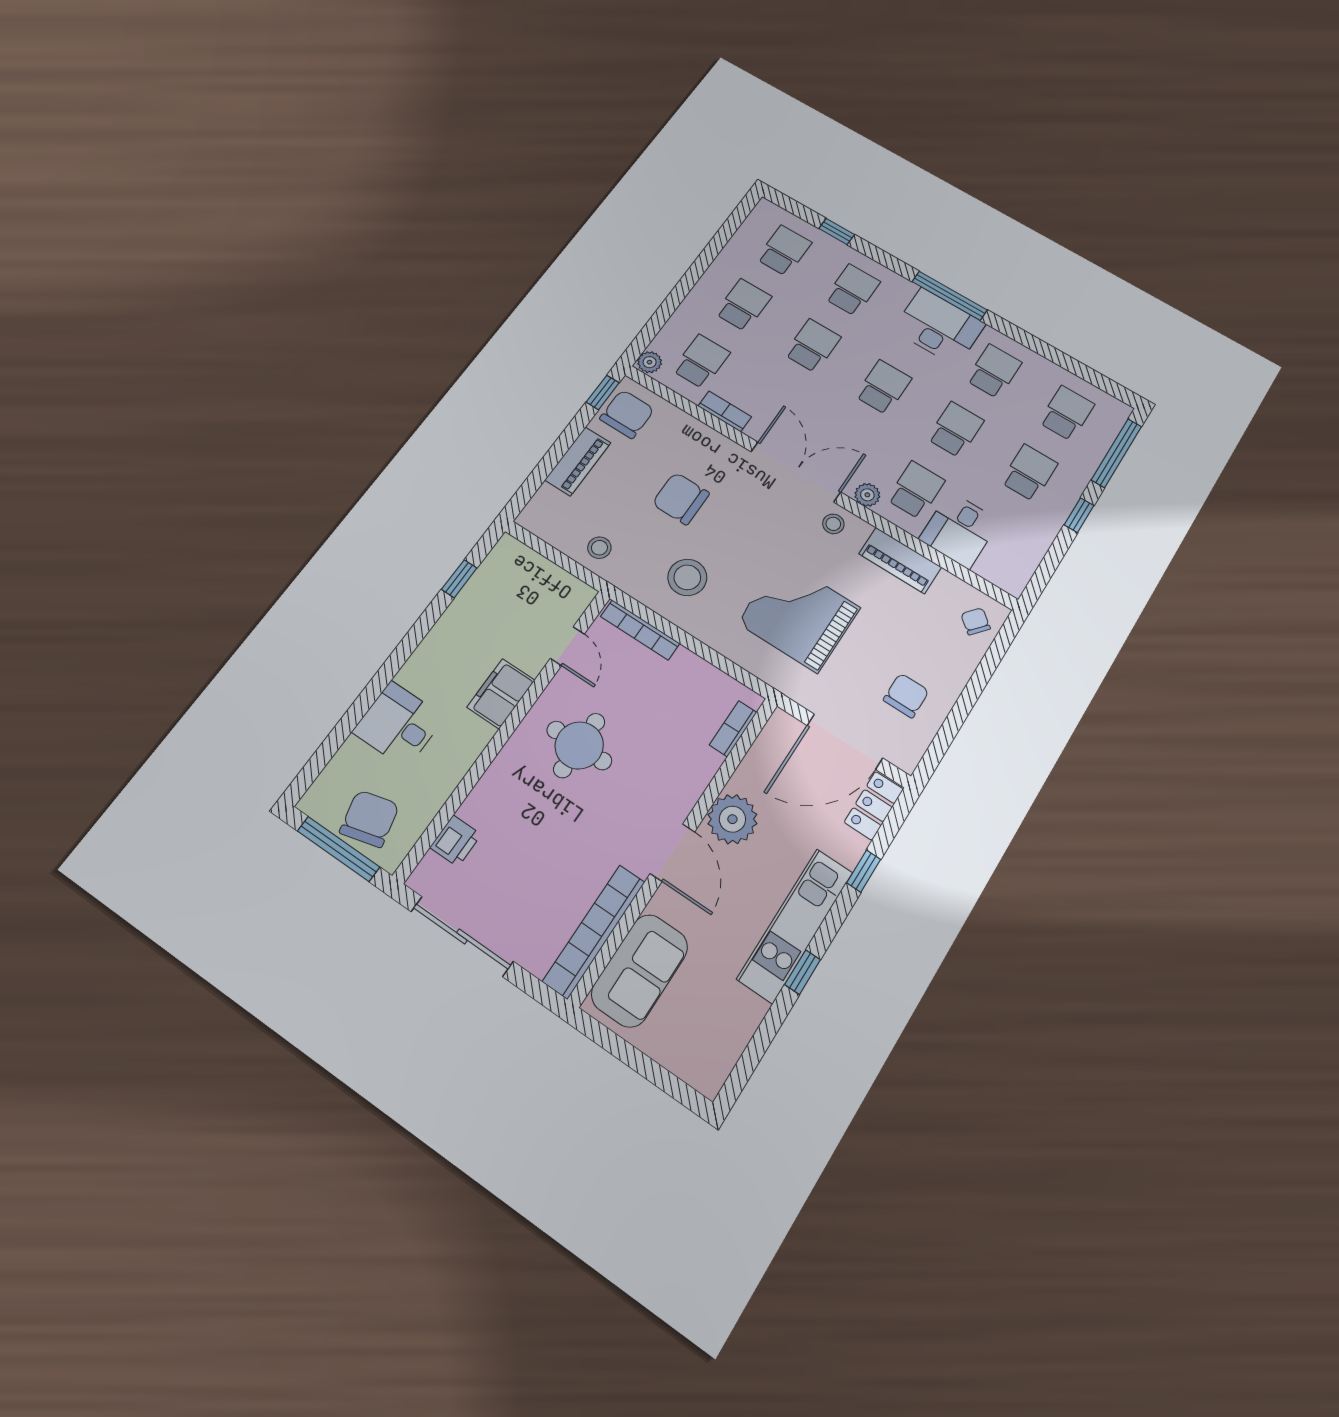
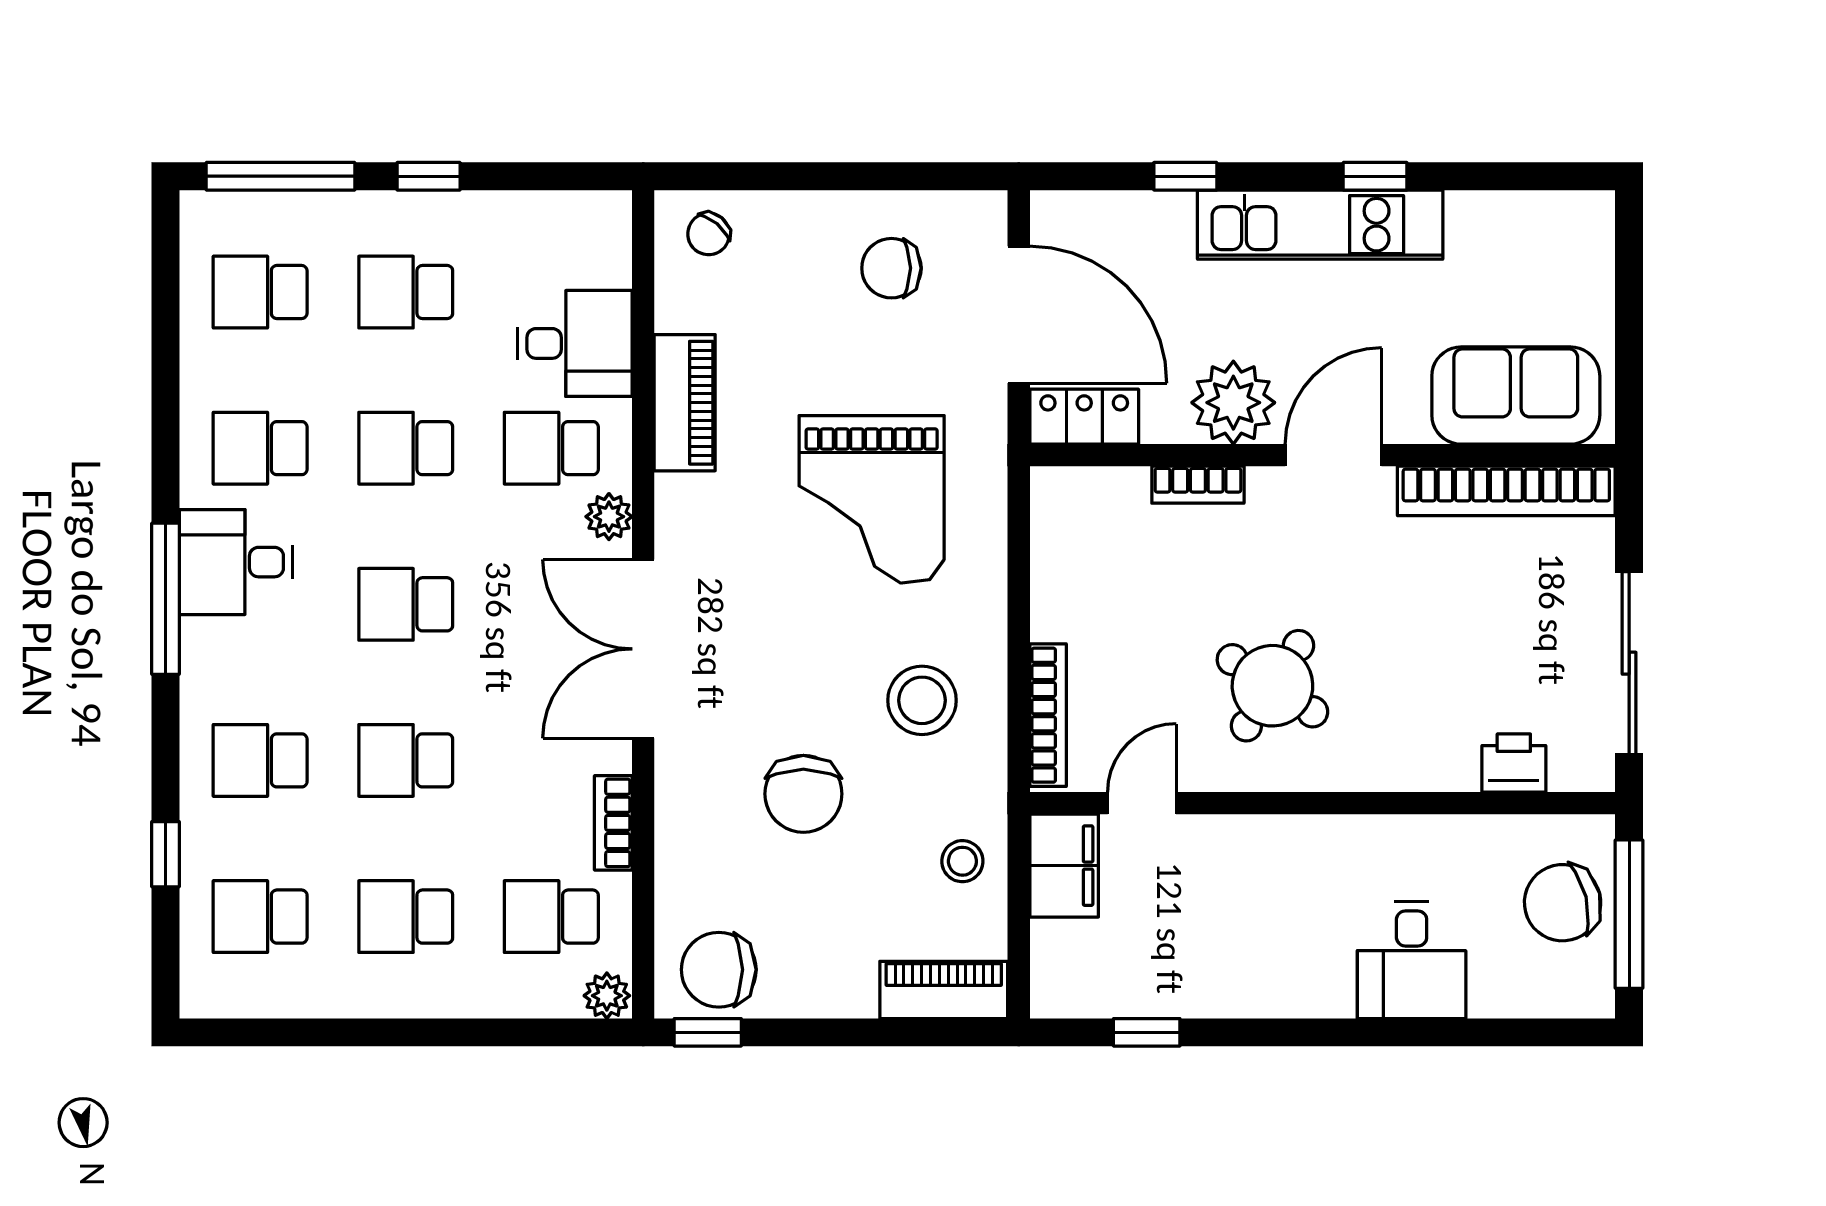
desk: (939, 327) -> (236, 562), width x0.73
piano: (578, 461) -> (944, 990), moved
stool: (833, 524) -> (692, 538), removed
filing cabinet: (501, 694) -> (1064, 866), moved, turned -90
bookcase: (733, 729) -> (1198, 485), moved
round table: (579, 745) -> (1272, 686), turned 33
locker: (874, 806) -> (1084, 417), moved, turned 180

